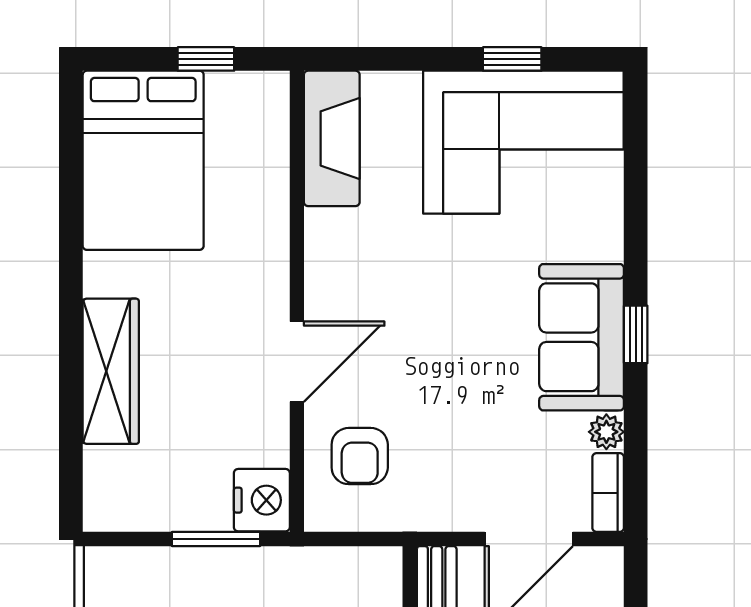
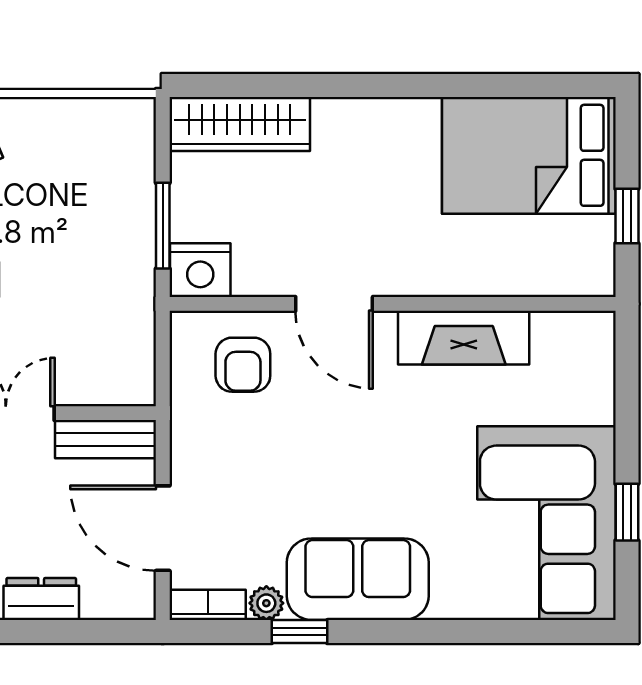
fireplace: (332, 138) -> (464, 338), moved
window: (636, 334) -> (299, 632), moved
wardrobe: (111, 371) -> (240, 124), moved
armchair: (360, 456) -> (243, 365), turned -90

